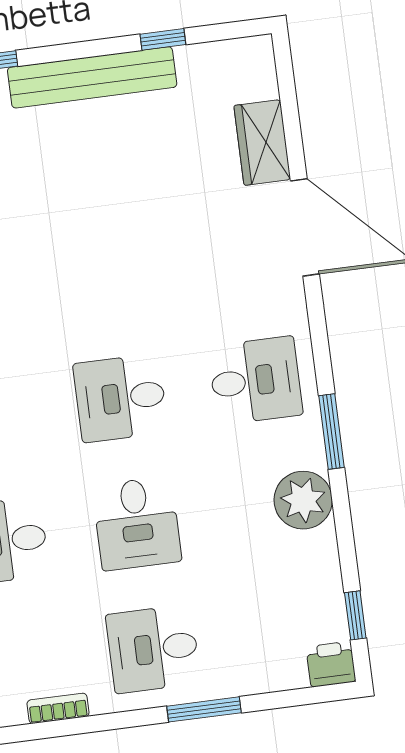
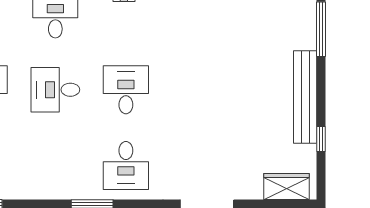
wardrobe: (262, 142) -> (286, 186), moved
plant: (303, 500) -> (56, 183), removed

